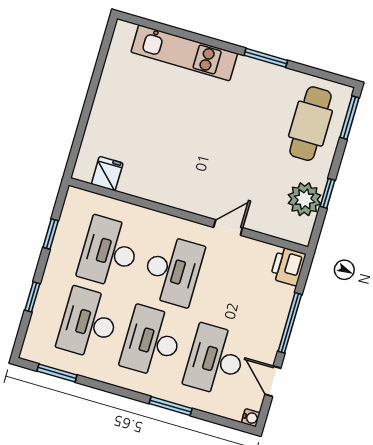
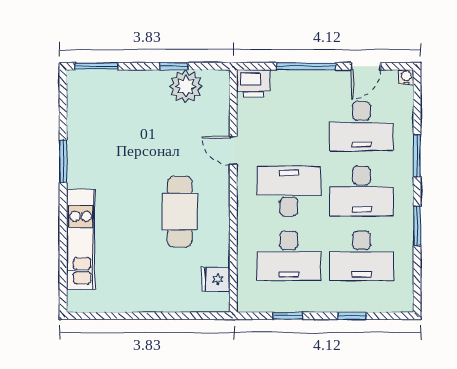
cafe table: (310, 124) -> (180, 212), moved, turned 90
window: (57, 373) -> (417, 226), moved

